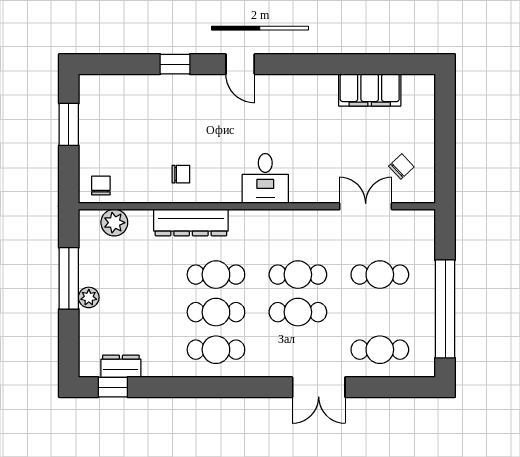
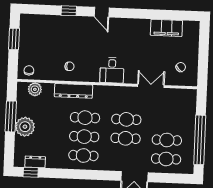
double door: (366, 206) -> (151, 86), moved
cafe table: (380, 275) -> (167, 140), moved
plant: (89, 297) -> (25, 127), width x1.88, depth x1.88

